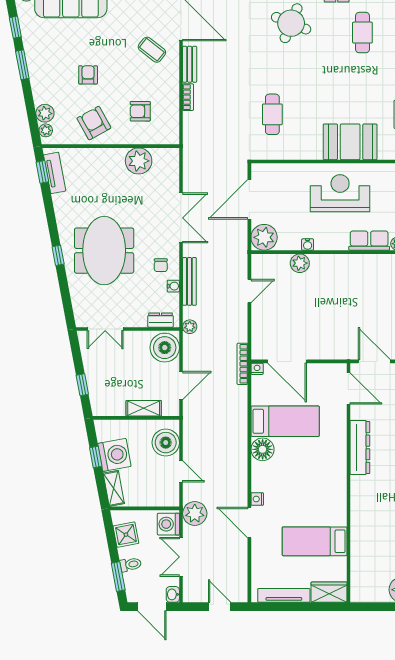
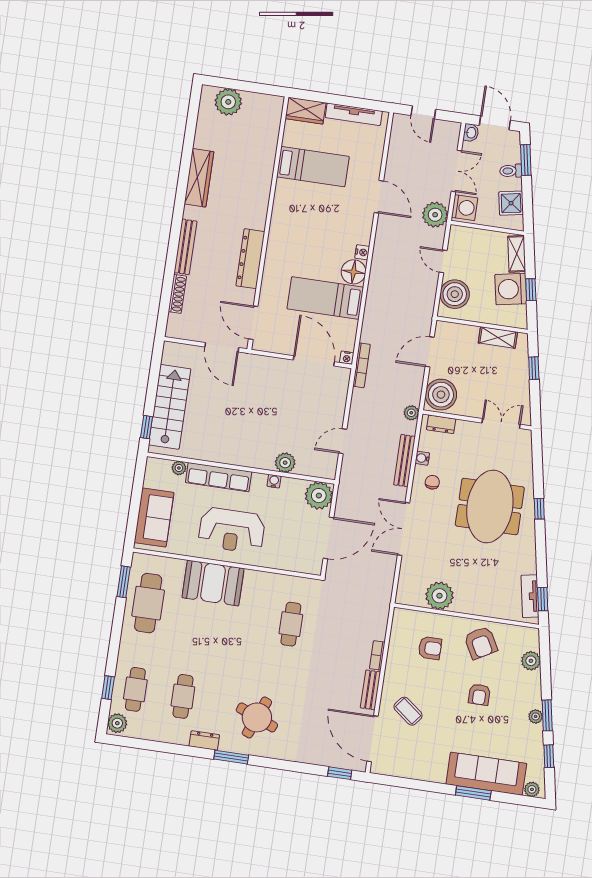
plant: (46, 130) -> (536, 716), moved
row of seats: (369, 241) -> (219, 477), width x1.48
shelving: (144, 408) -> (498, 337), moved
nightstand: (257, 499) -> (362, 252), moved

